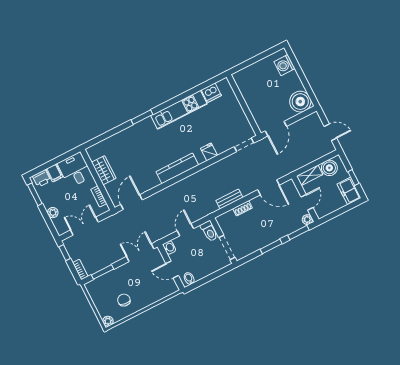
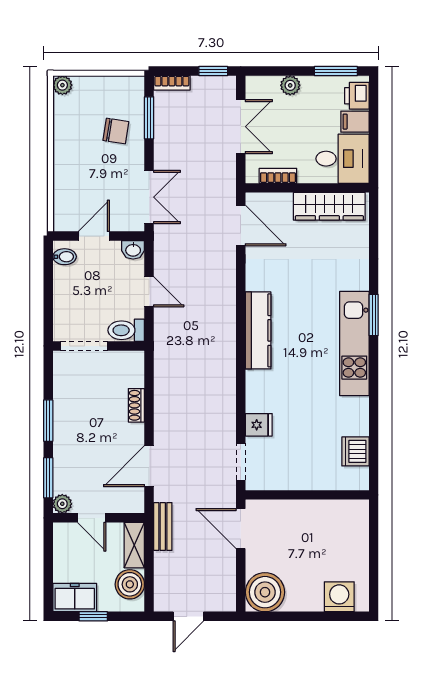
kitchen unit: (179, 110) -> (354, 344), moved
fridge: (209, 152) -> (259, 425), moved
wardrobe: (104, 170) -> (329, 206), width x1.50
bench: (229, 199) -> (163, 527), moved
chair: (124, 300) -> (116, 131), moved

